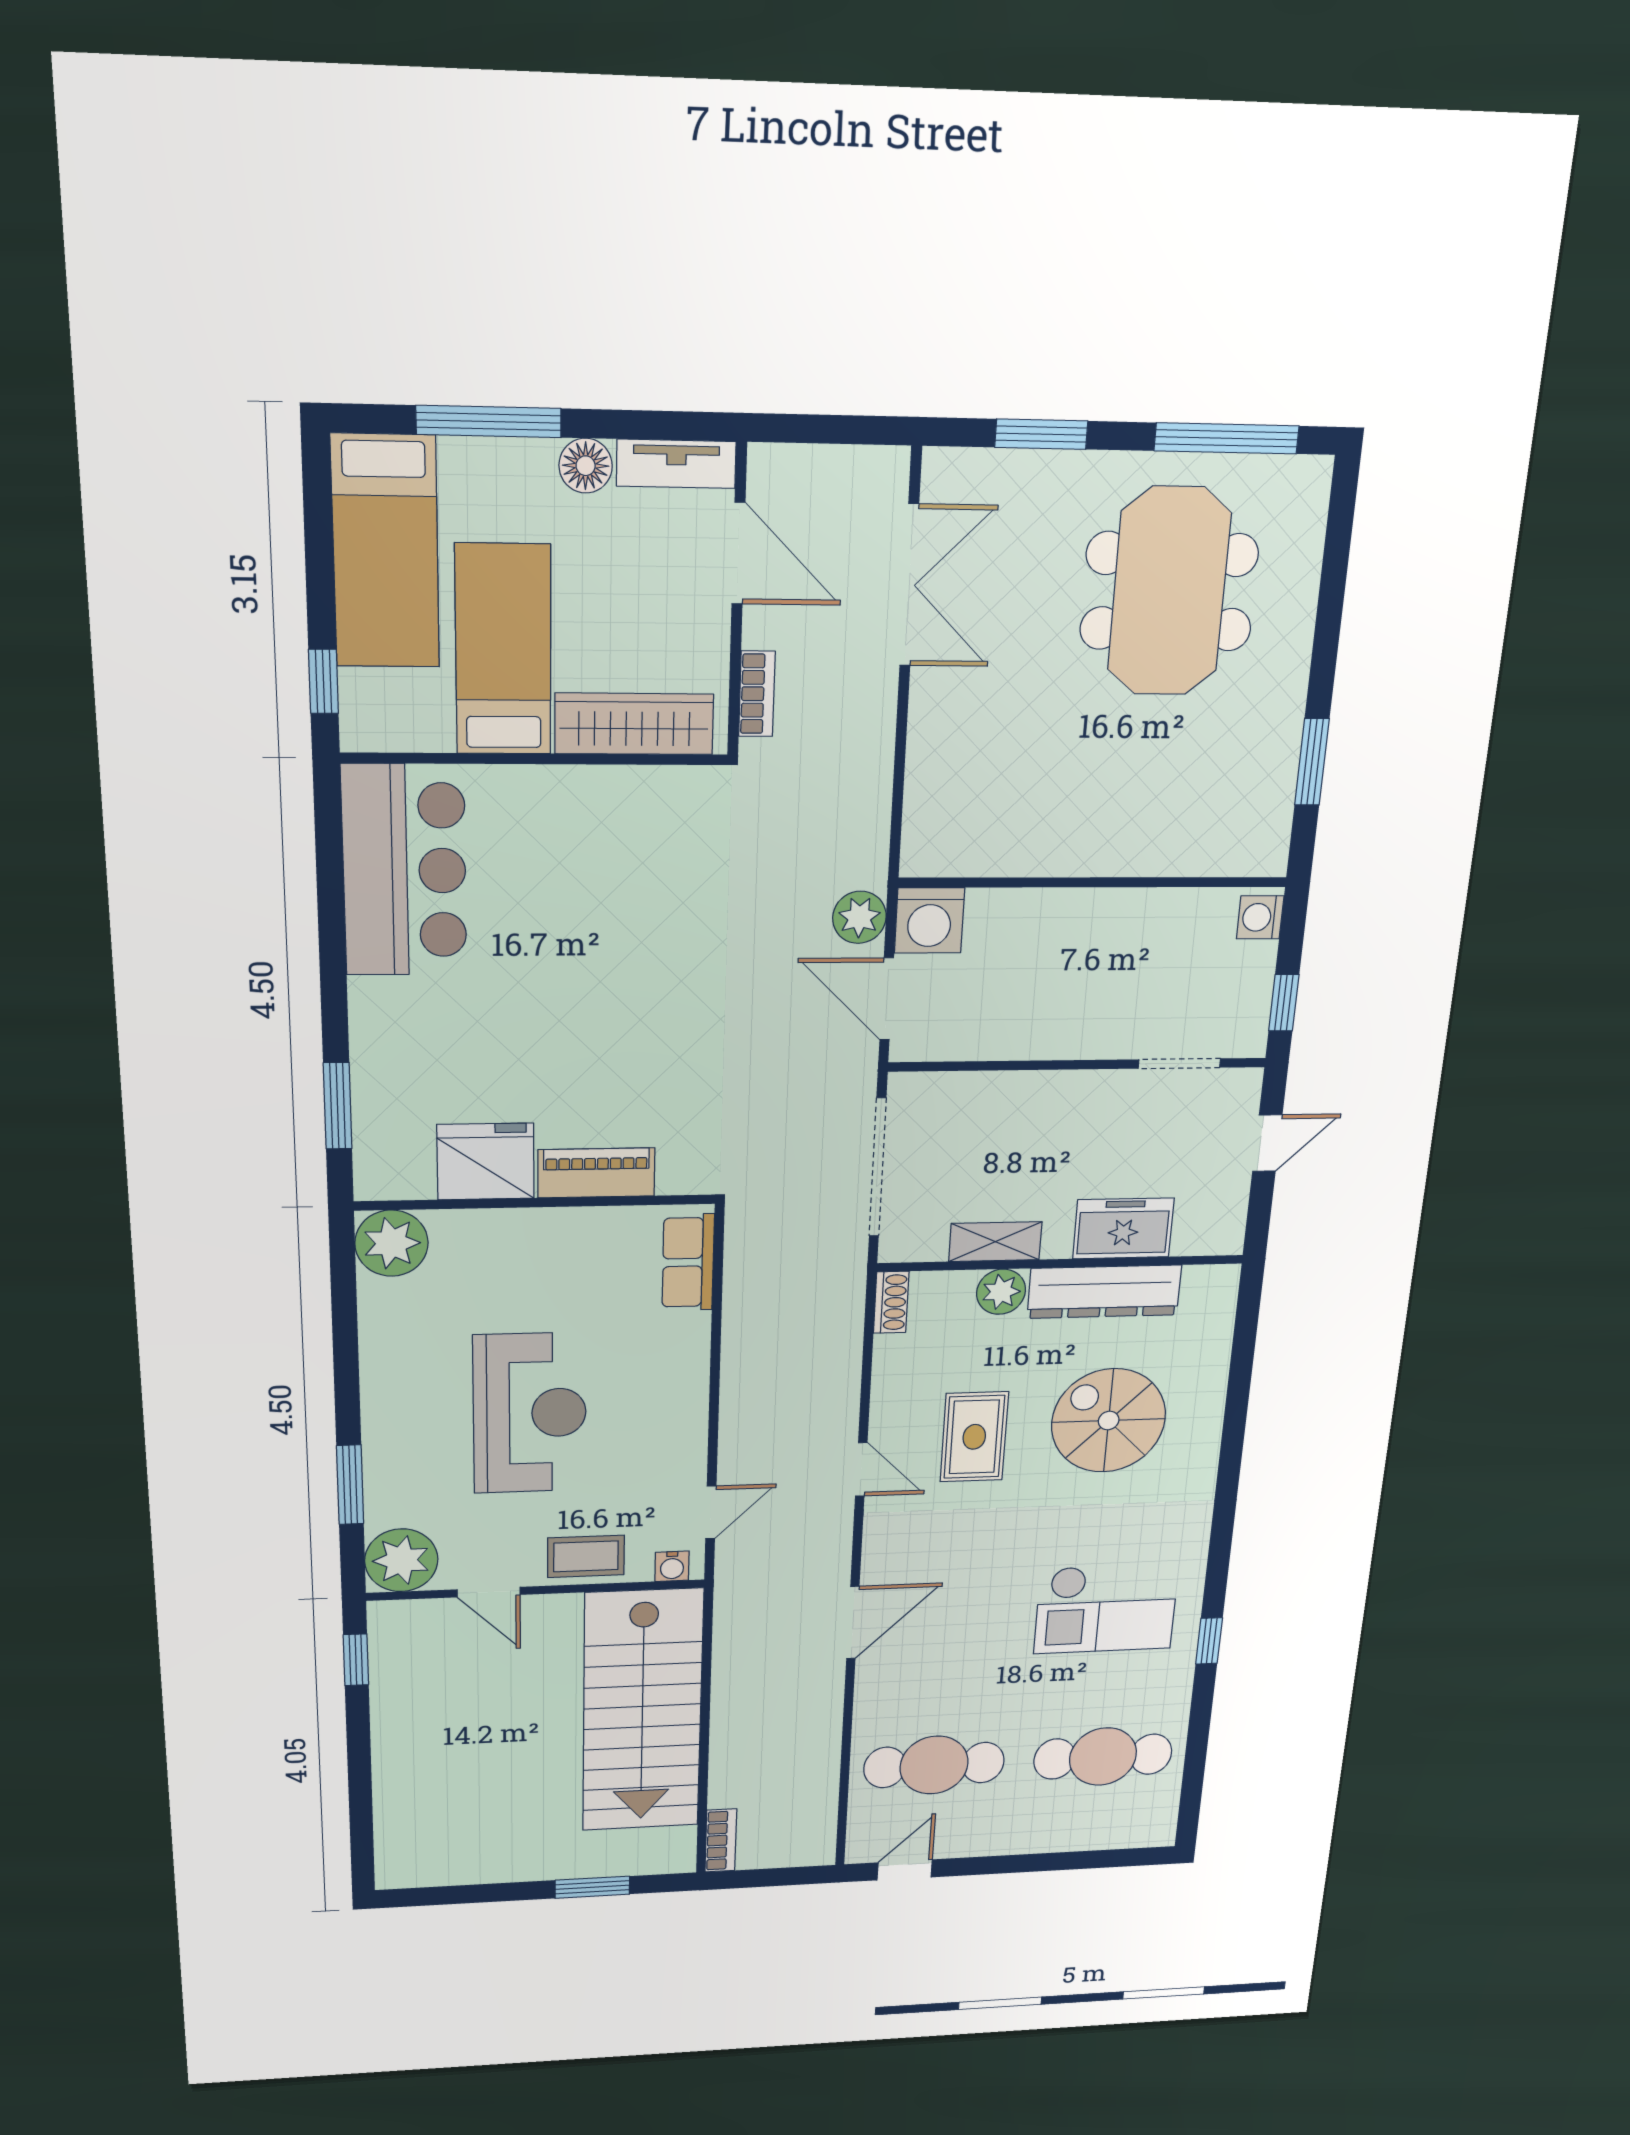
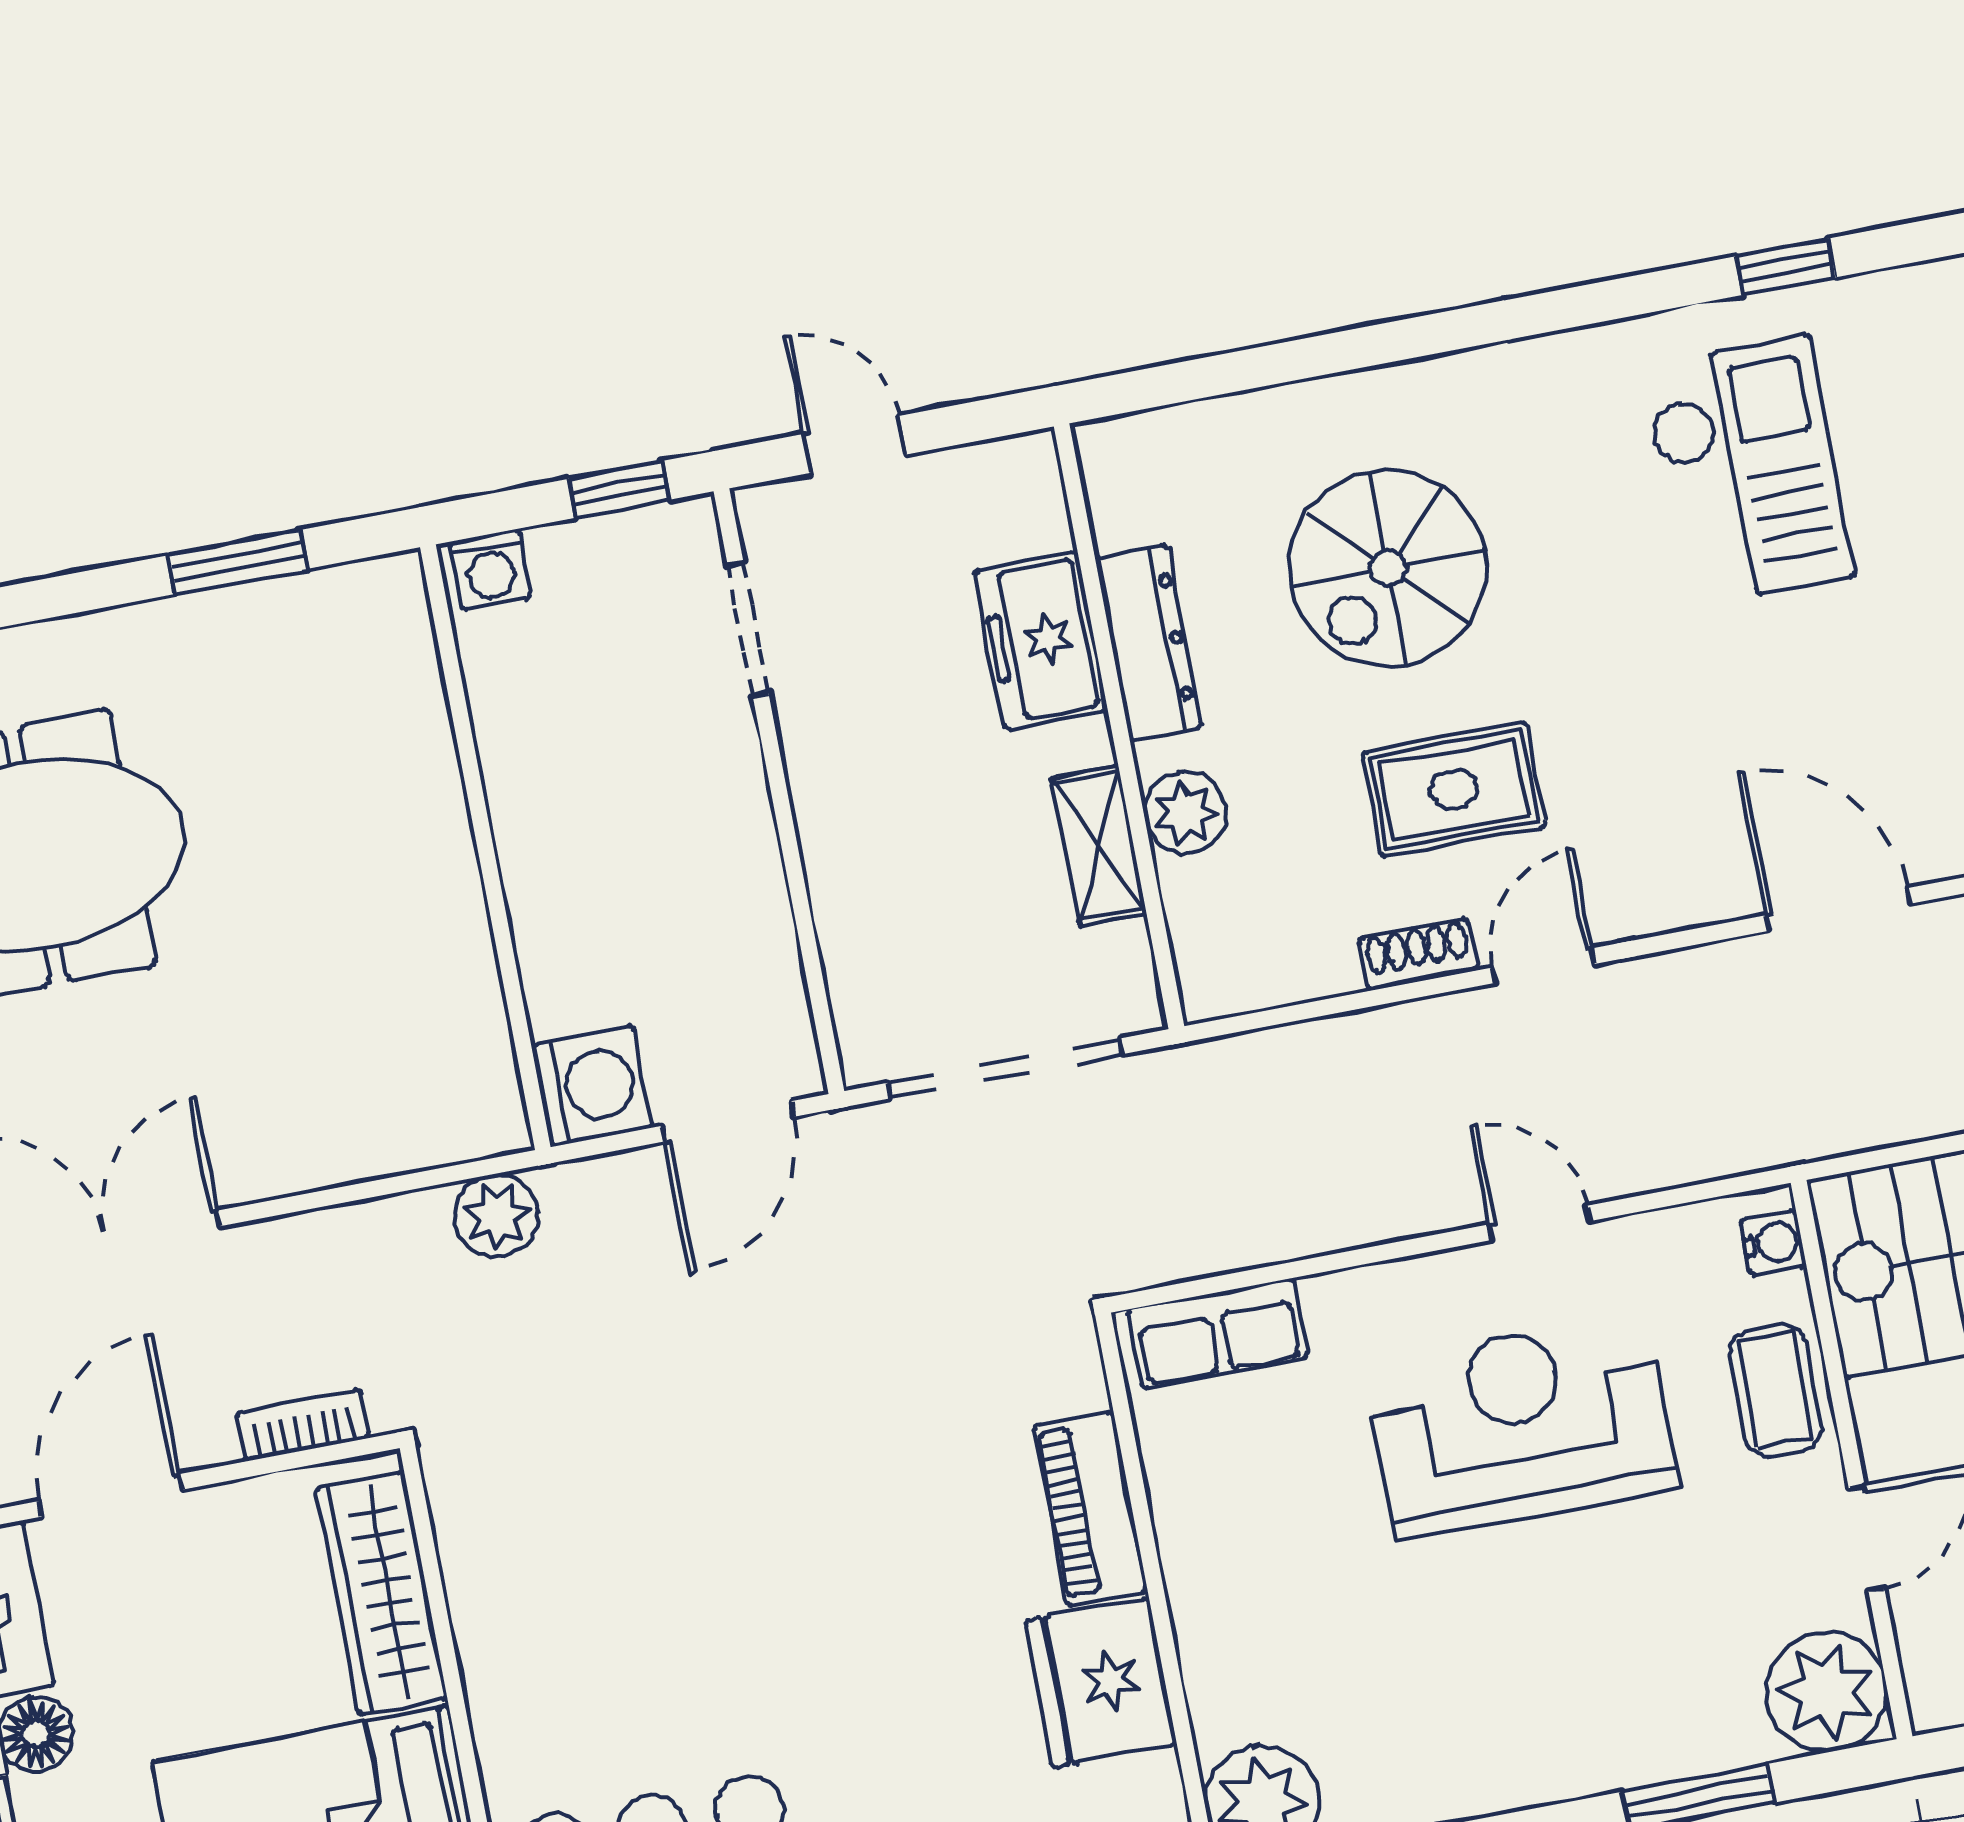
plant: (859, 917) -> (496, 1216), moved
dresser: (1104, 1292) -> (1148, 642), width x0.73, depth x0.80
shoe rack: (891, 1302) -> (1418, 954), moved
reception desk: (530, 1413) -> (1521, 1426), moved
door: (711, 1512) -> (1540, 1223), moved

